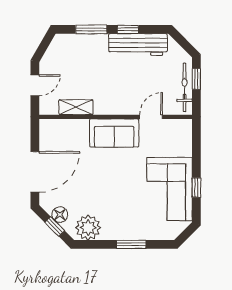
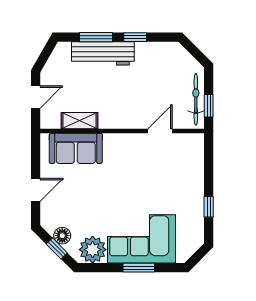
workbench: (138, 45) -> (103, 53), moved
window: (196, 79) -> (209, 106), moved
sofa: (114, 133) -> (76, 148), moved
door: (35, 172) -> (36, 190), width x0.53
corner sofa: (170, 189) -> (142, 239), moved, turned 90

